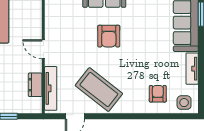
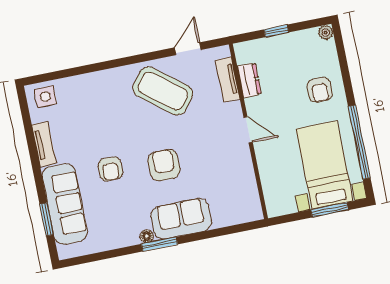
tv unit: (51, 88) -> (228, 80), width x0.71
armchair: (158, 94) -> (110, 169), moved

